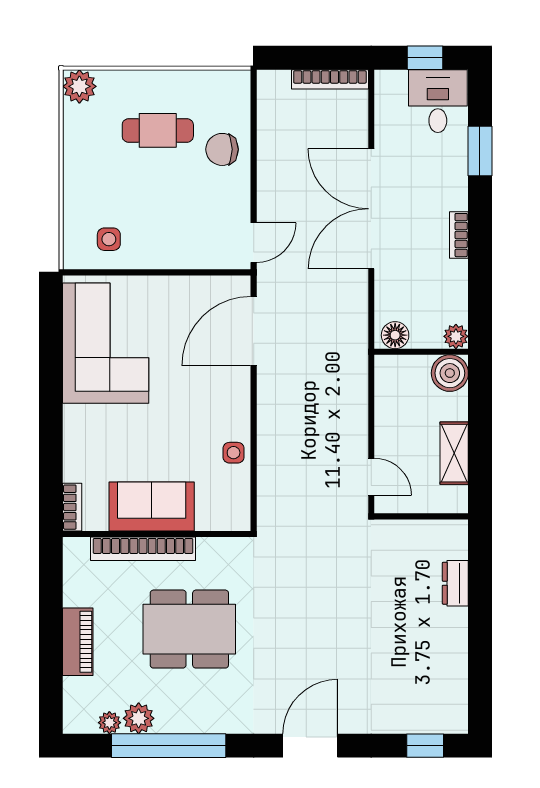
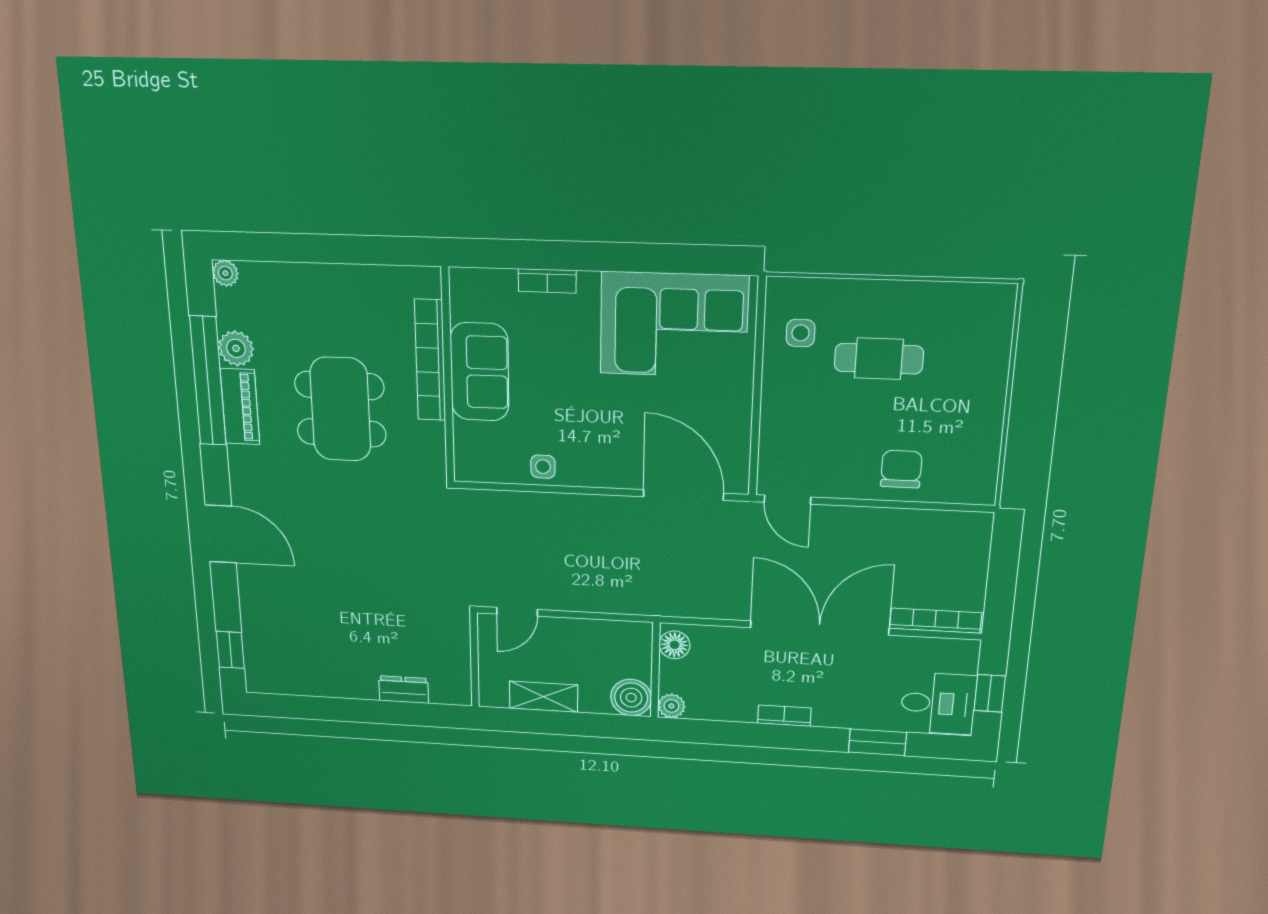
bookcase: (330, 79) -> (936, 621), moved, turned 90
plant: (79, 86) -> (995, 303), removed
cafe table: (158, 130) -> (879, 359), moved, turned 90
bookcase: (72, 507) -> (547, 281), moved
piano: (78, 642) -> (240, 407), moved, turned -90
plant: (109, 723) -> (225, 273), moved

